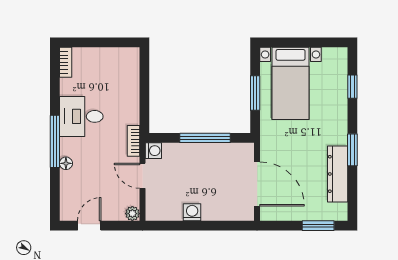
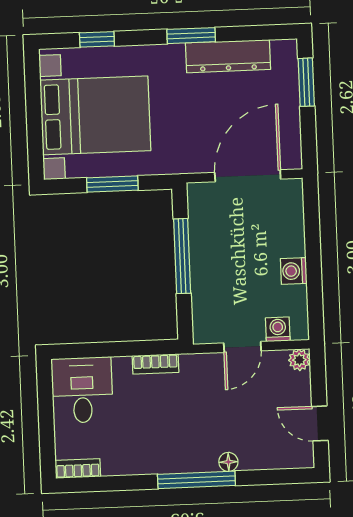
bed with nightstands: (291, 83) -> (95, 115), width x1.36
desk: (81, 116) -> (82, 390), moved, turned 180
bookcase: (134, 141) -> (155, 364), moved
washing machine: (153, 151) -> (278, 329), moved

